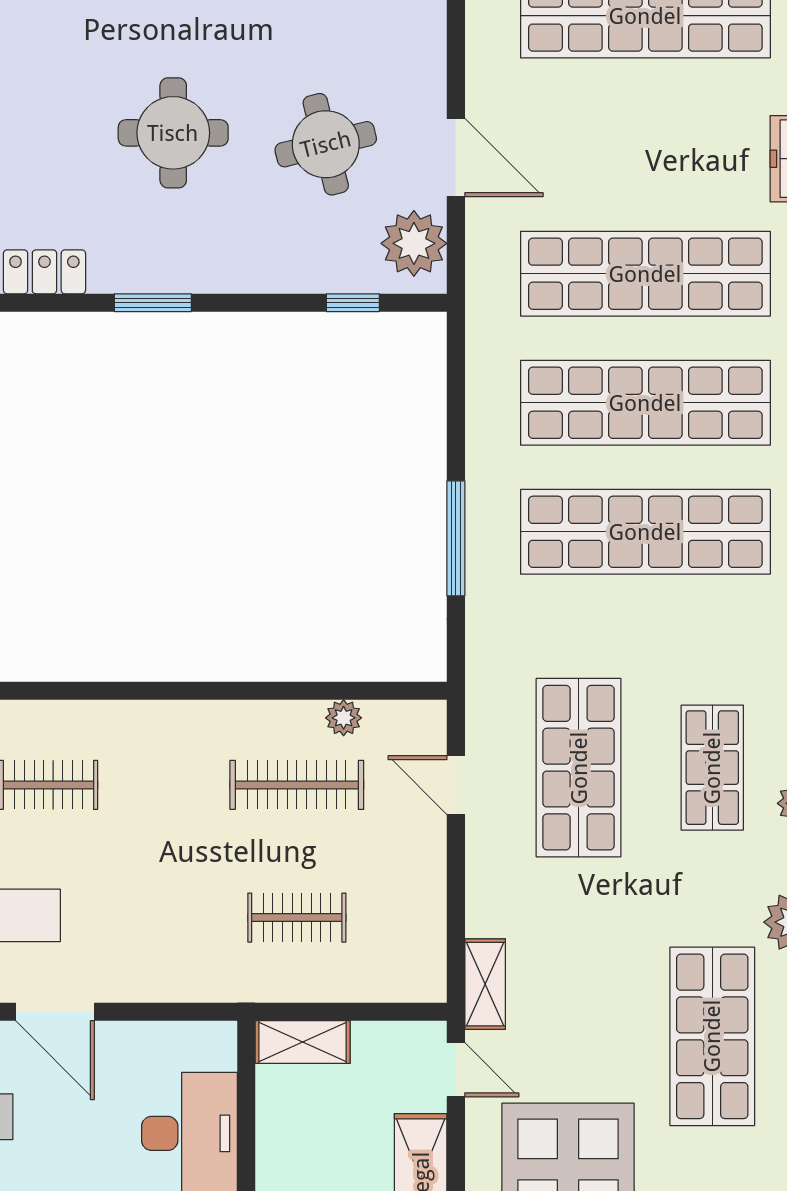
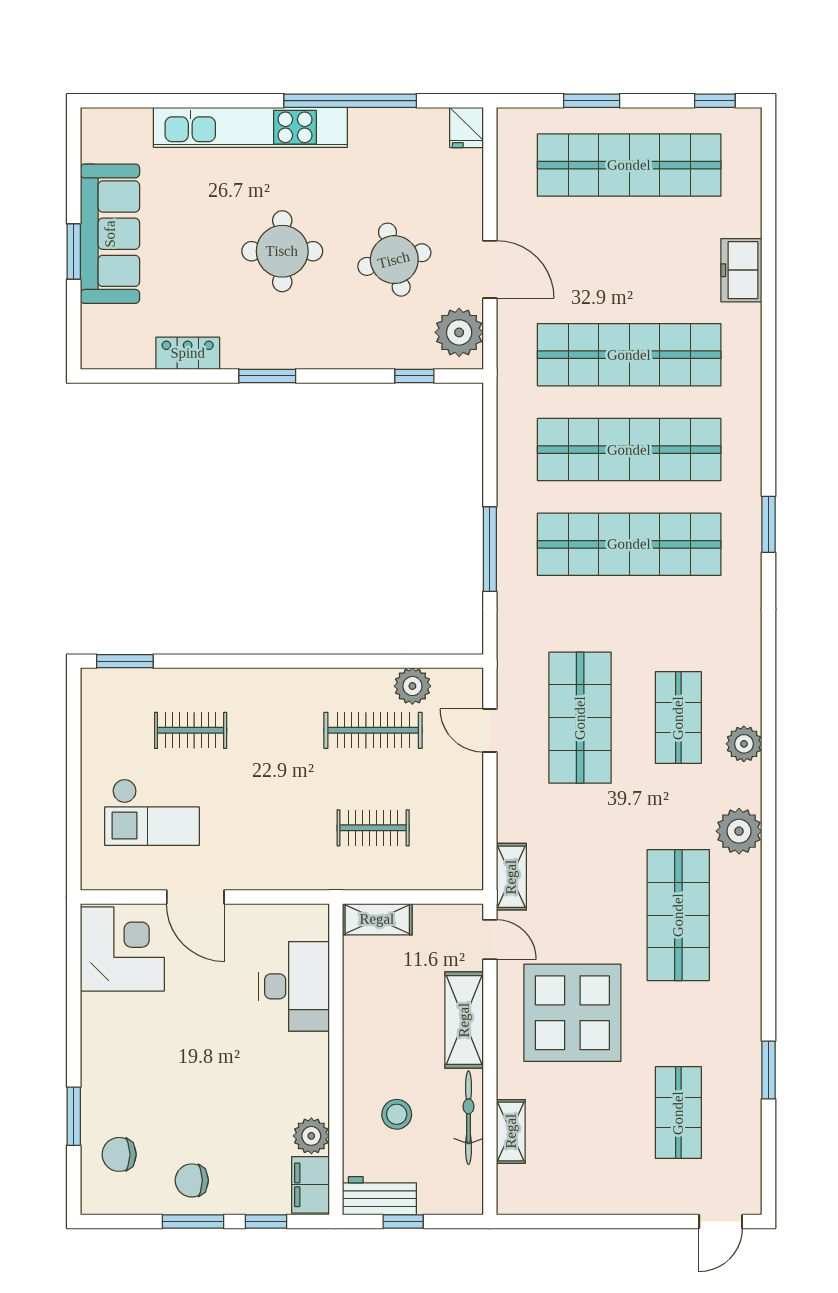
plant: (344, 718) -> (412, 686), width x1.38, depth x1.38

